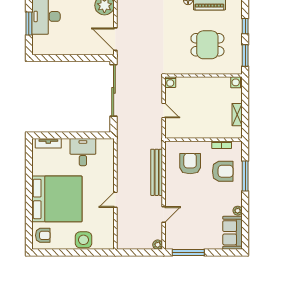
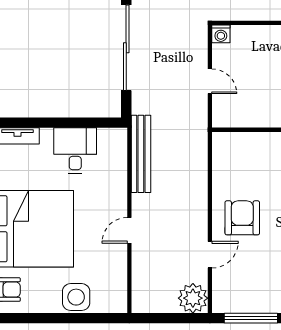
armchair: (190, 164) -> (242, 218), moved
bench: (157, 172) -> (141, 154), moved
plant: (158, 245) -> (193, 298), width x1.88, depth x1.88

